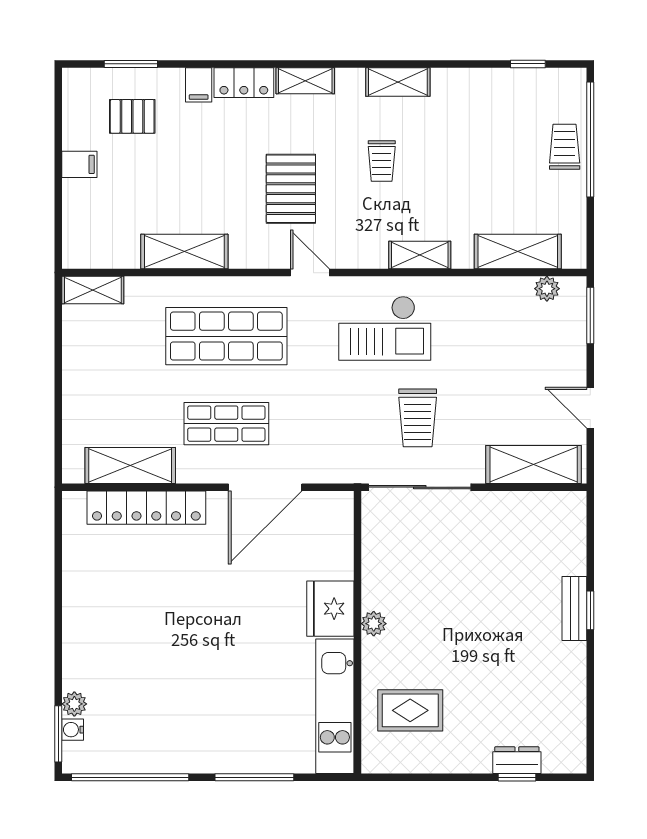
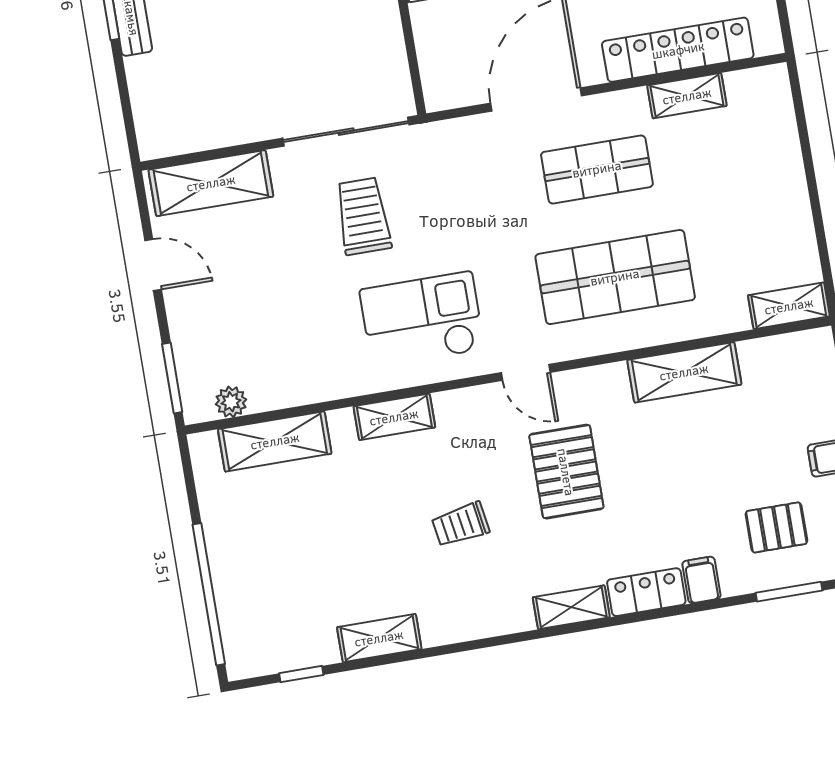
shelving: (398, 82) -> (379, 638), moved
trolley: (565, 147) -> (239, 580), removed
trolley: (382, 161) -> (461, 525), turned -99
shelving: (130, 465) -> (687, 96), width x0.67, depth x0.75

